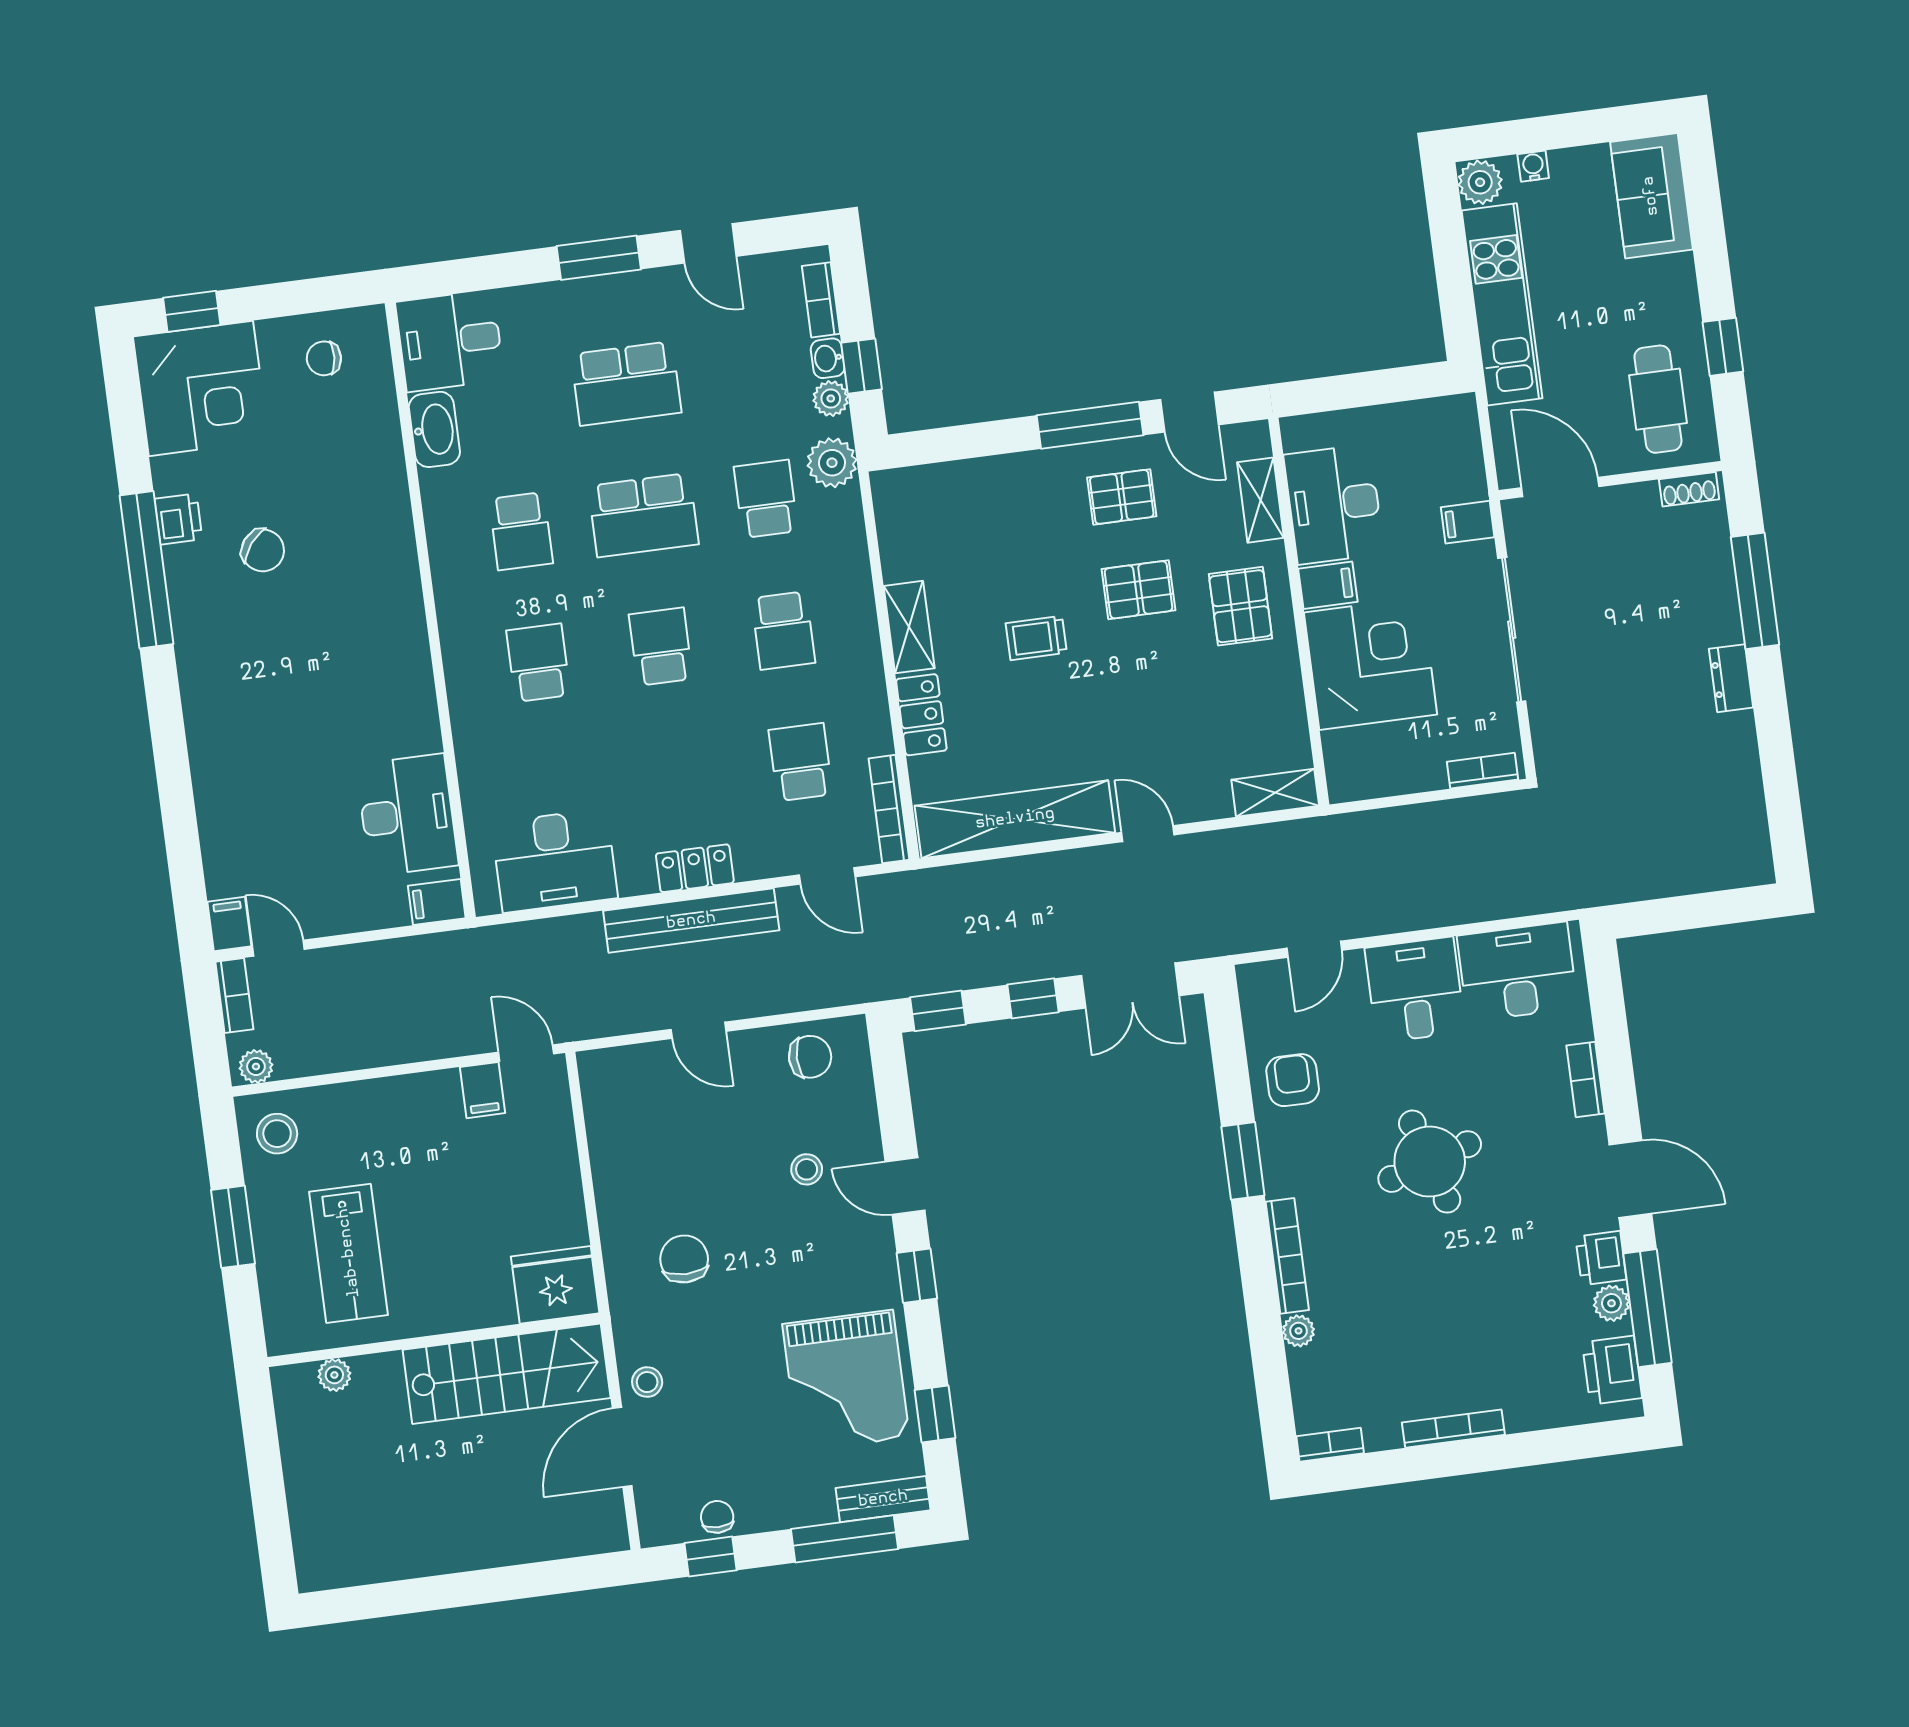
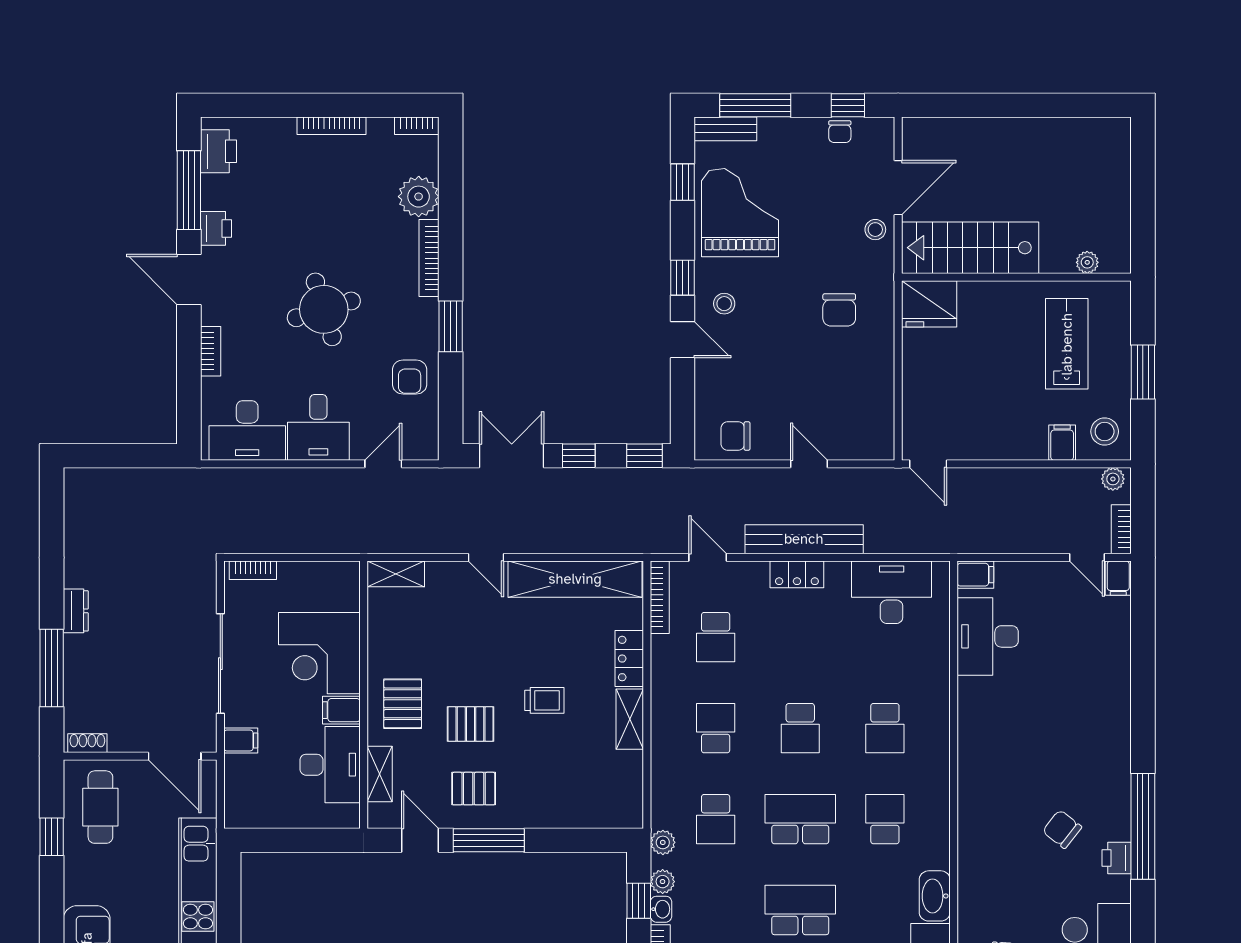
plant: (832, 463) -> (663, 842), width x0.73, depth x0.73
filing cabinet: (482, 1090) -> (1062, 443), moved
stool: (807, 1169) -> (724, 304), moved
plant: (1611, 1303) -> (213, 197), removed
plant: (1299, 1331) -> (419, 197), width x1.88, depth x1.88

